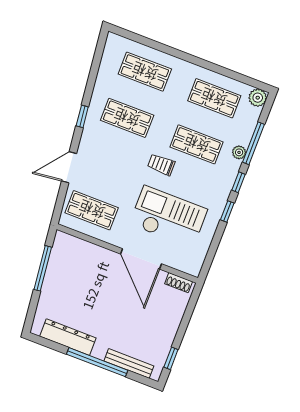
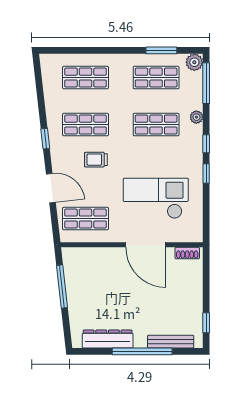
window: (230, 74) -> (161, 50), added
window: (254, 143) -> (206, 83), moved
trolley: (161, 165) -> (96, 160), moved
door: (69, 167) -> (51, 188), swing flipped

